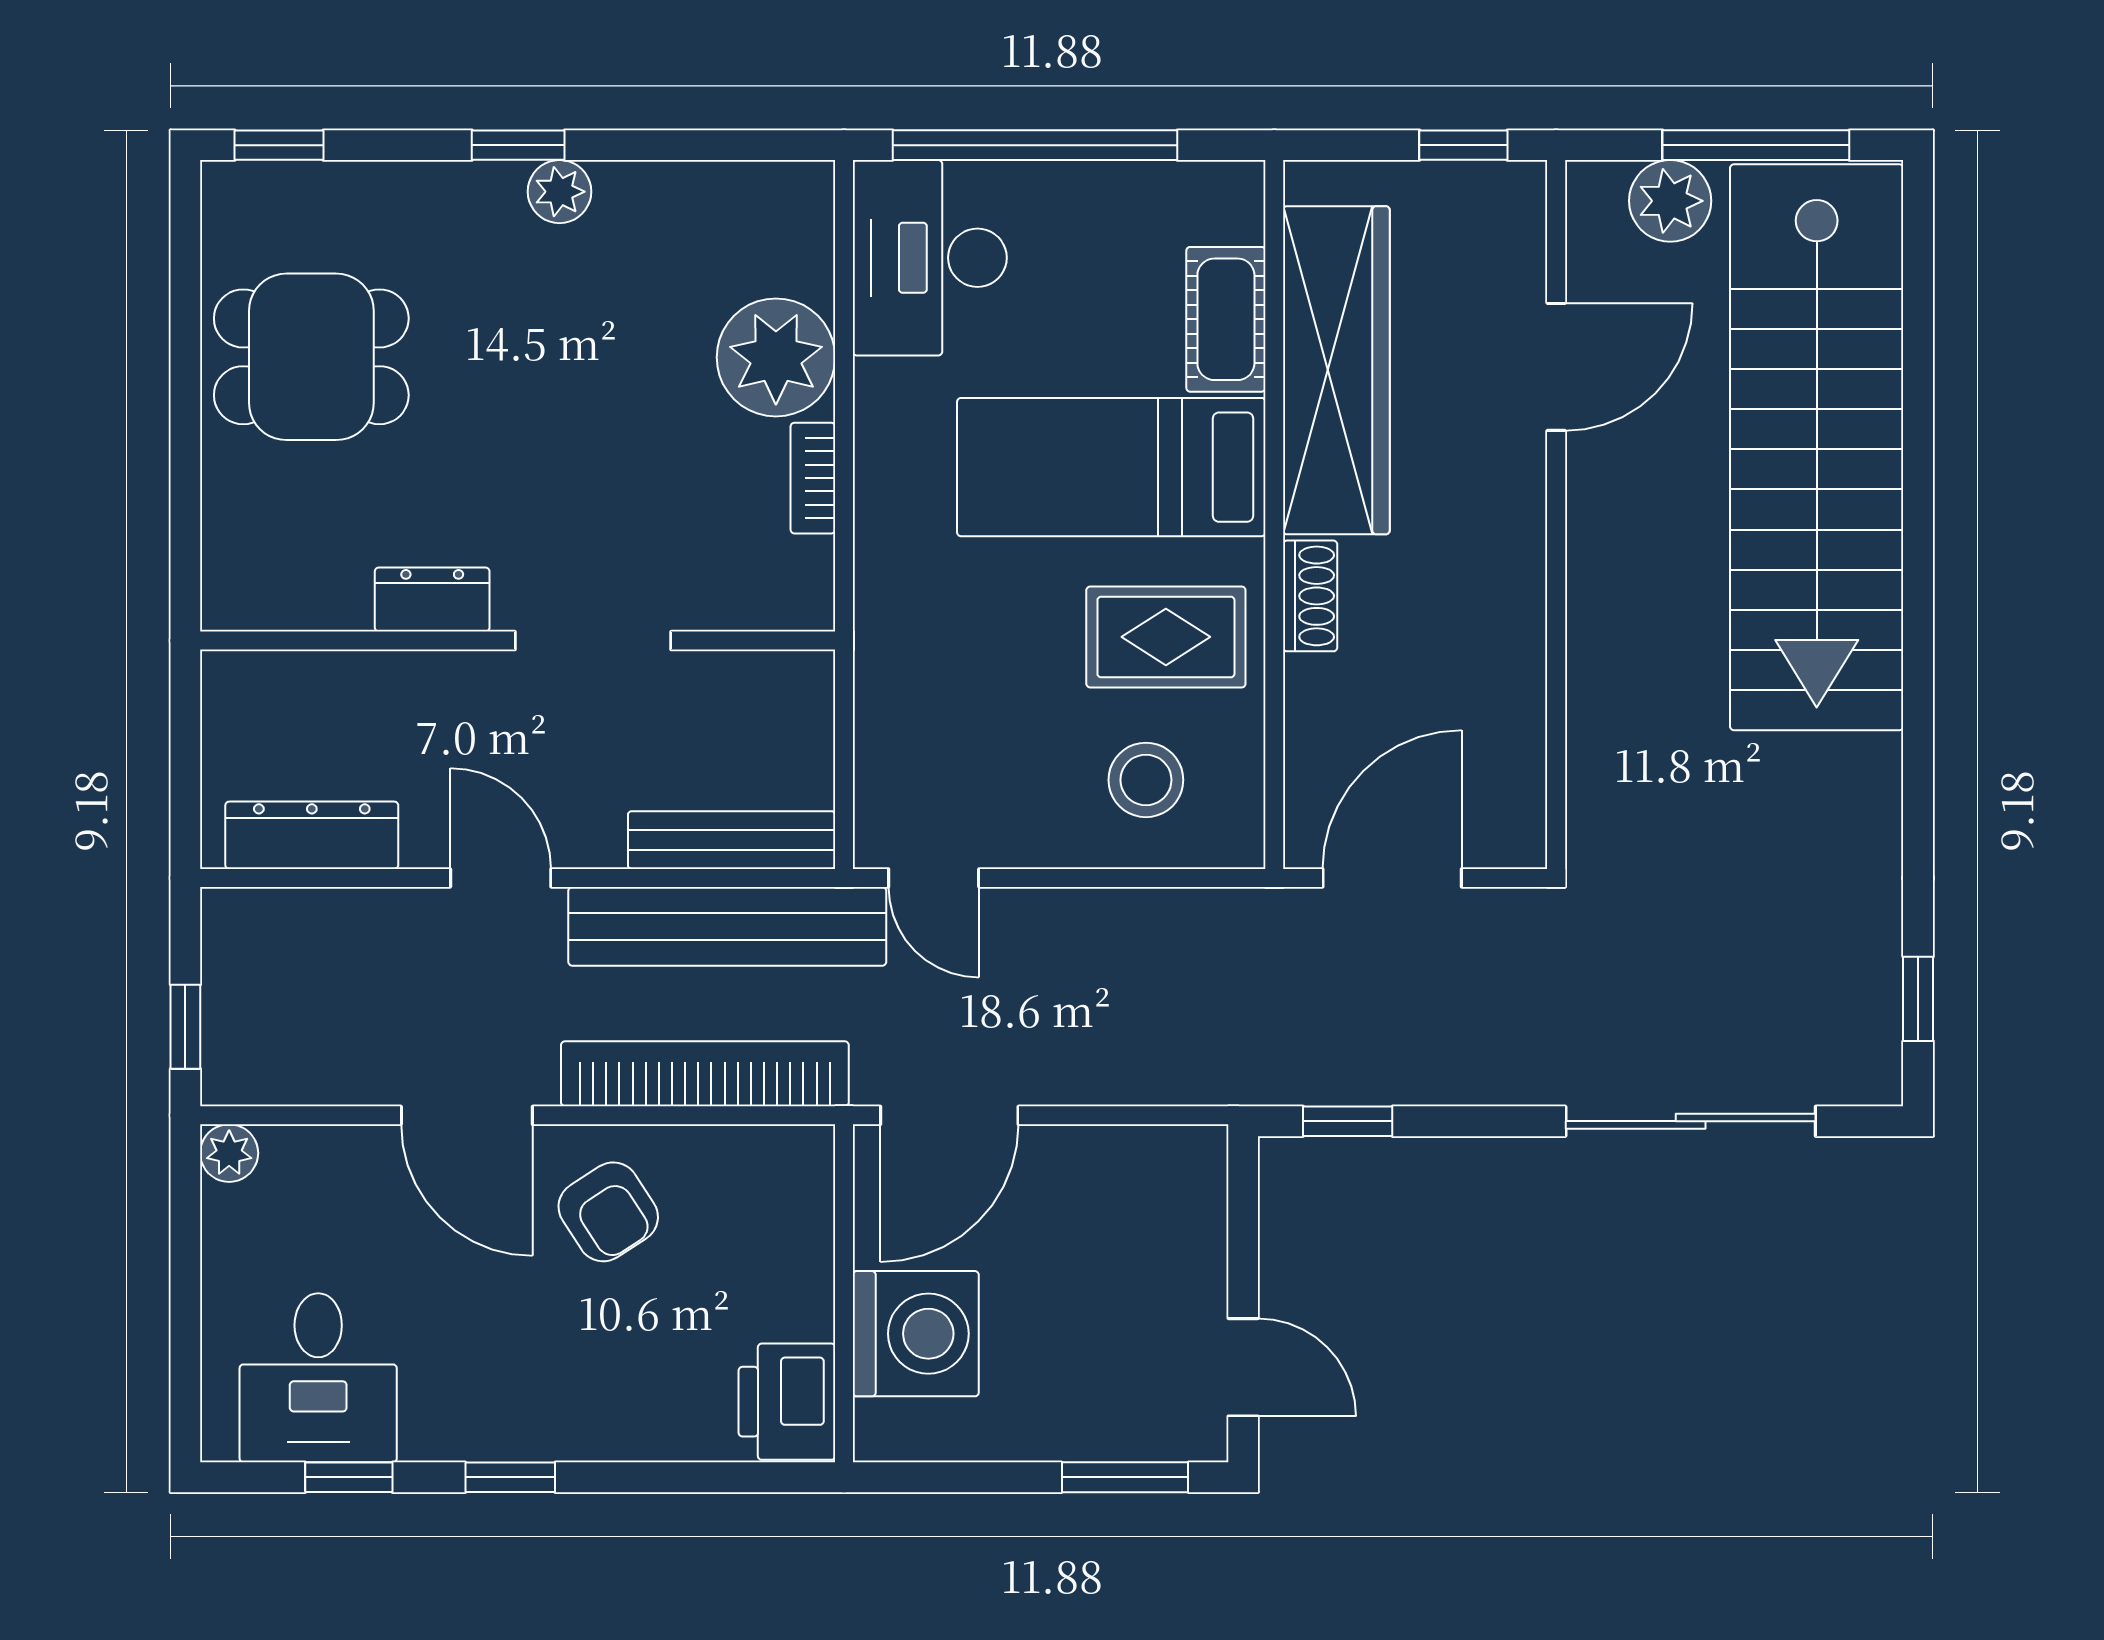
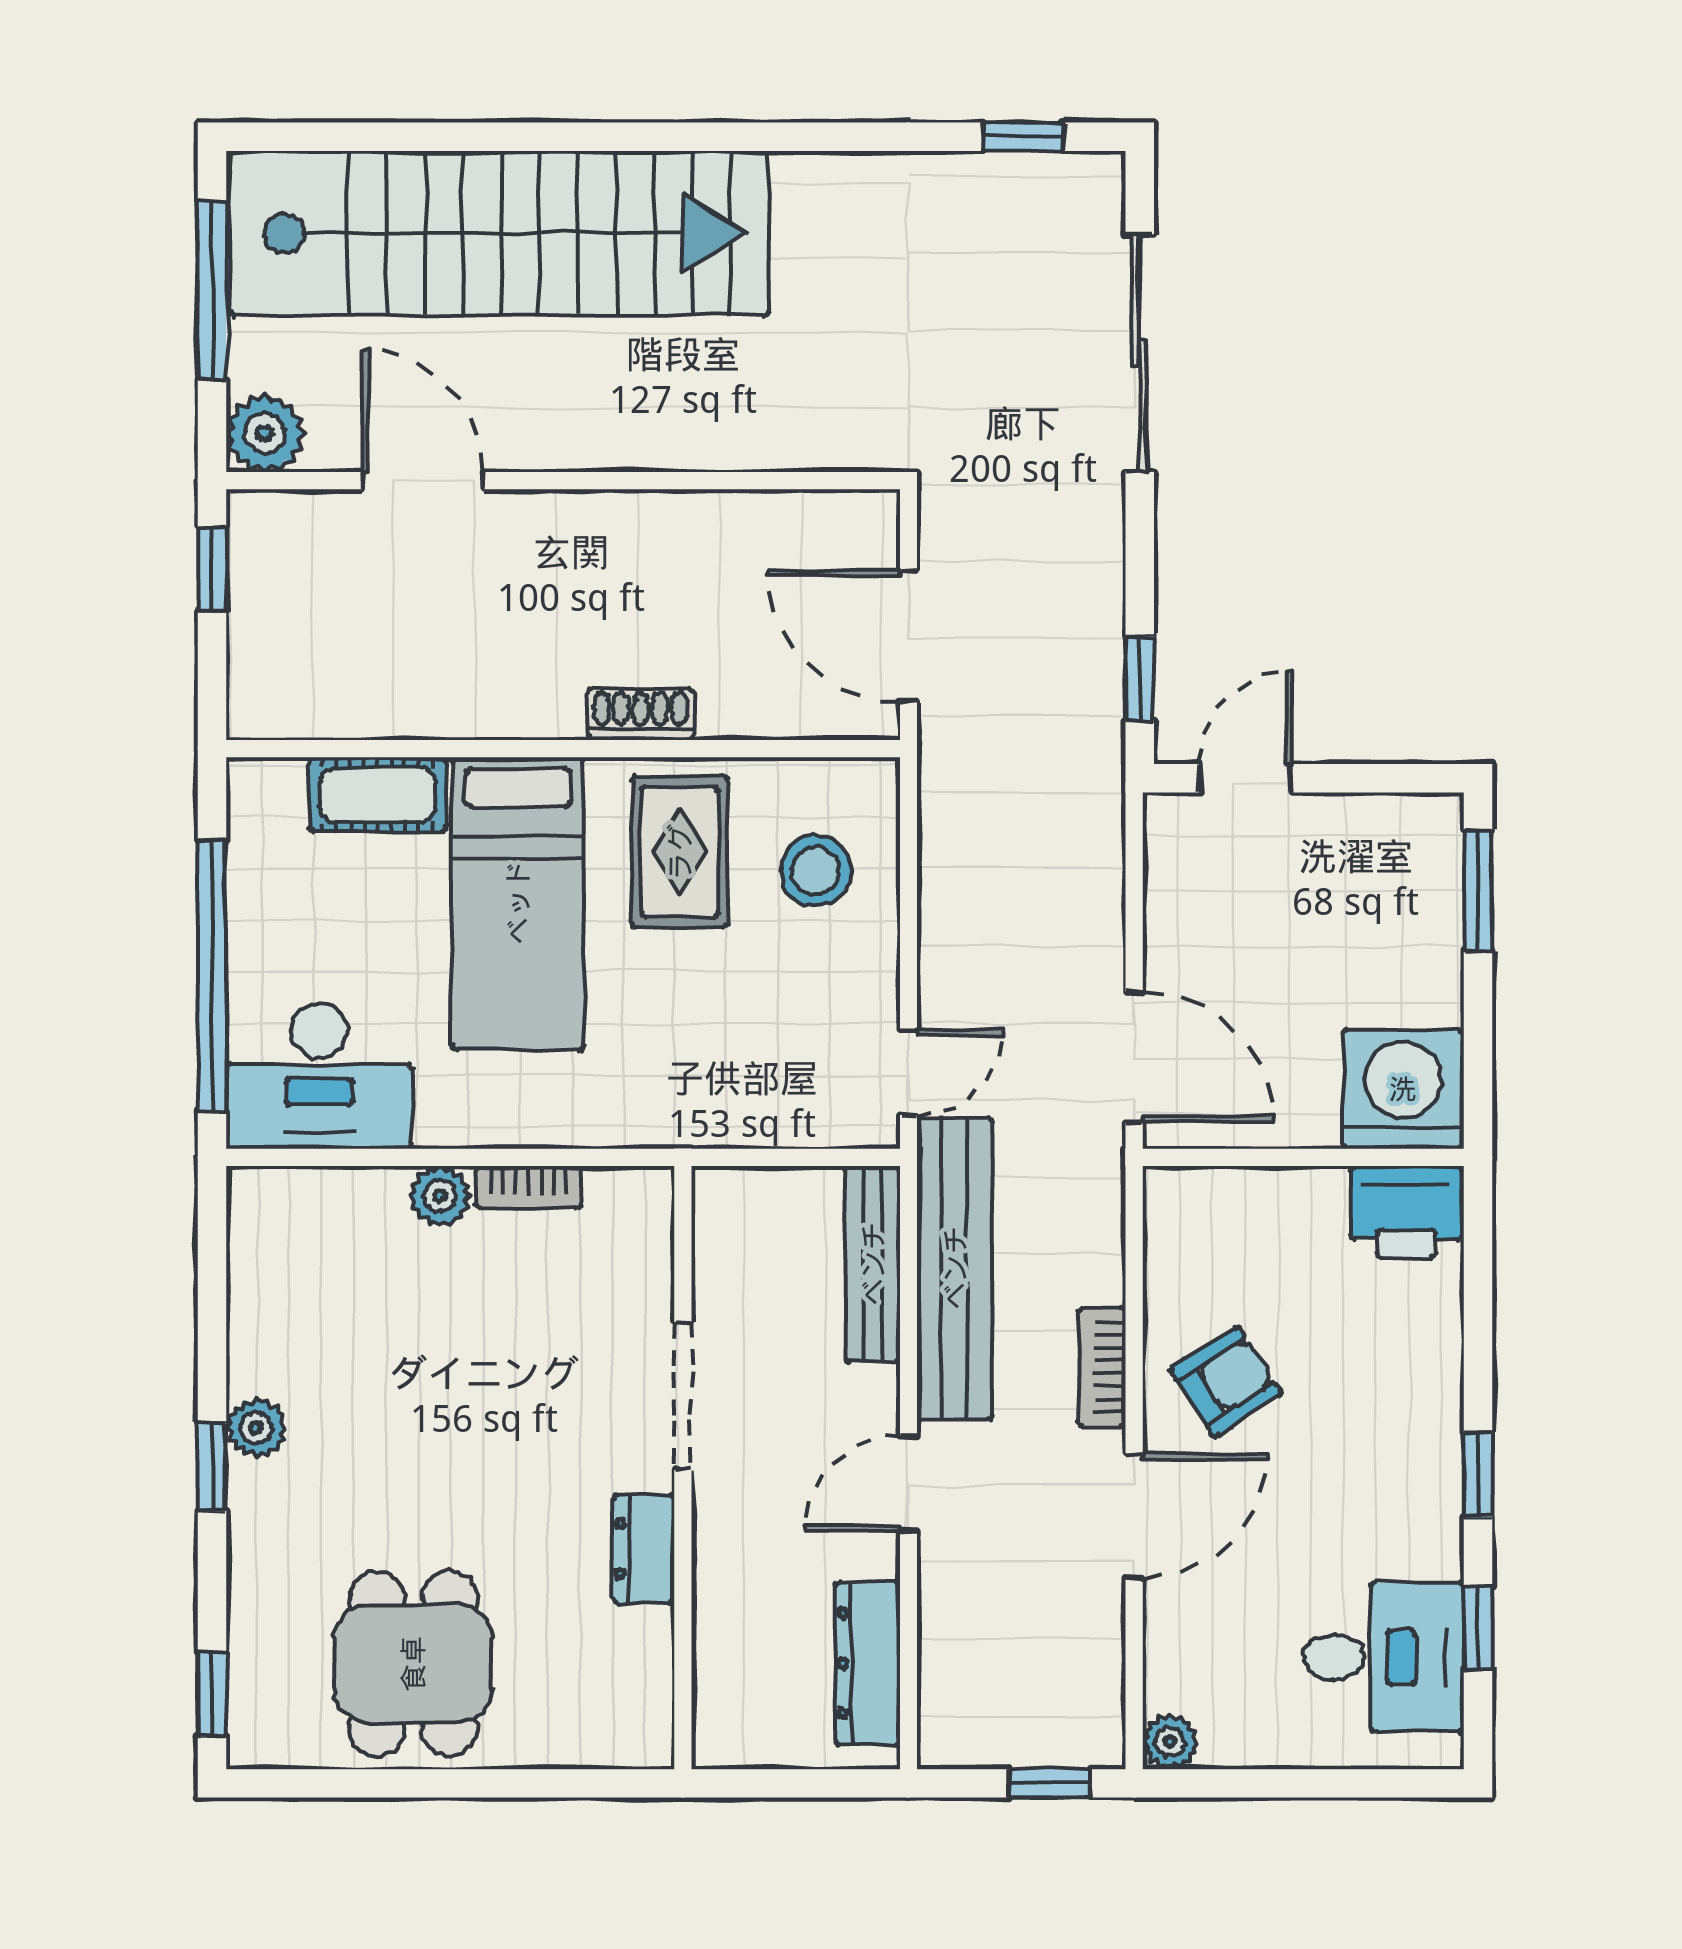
plant: (1670, 201) -> (265, 433), moved
plant: (776, 357) -> (440, 1196), width x0.53, depth x0.53
wardrobe: (1336, 370) -> (426, 690), removed
bookcase: (705, 1074) -> (1102, 1367), width x0.43, depth x0.76
washing machine: (916, 1334) -> (1403, 1089), moved
door: (1243, 1367) -> (1245, 778), moved

